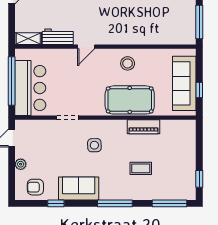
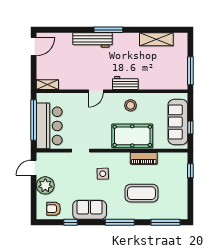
workbench: (58, 37) -> (125, 83), moved
plant: (21, 164) -> (45, 185), width x1.87, depth x1.87
coffee table: (141, 168) -> (141, 193), width x1.86, depth x1.72
window: (199, 179) -> (190, 171), moved

